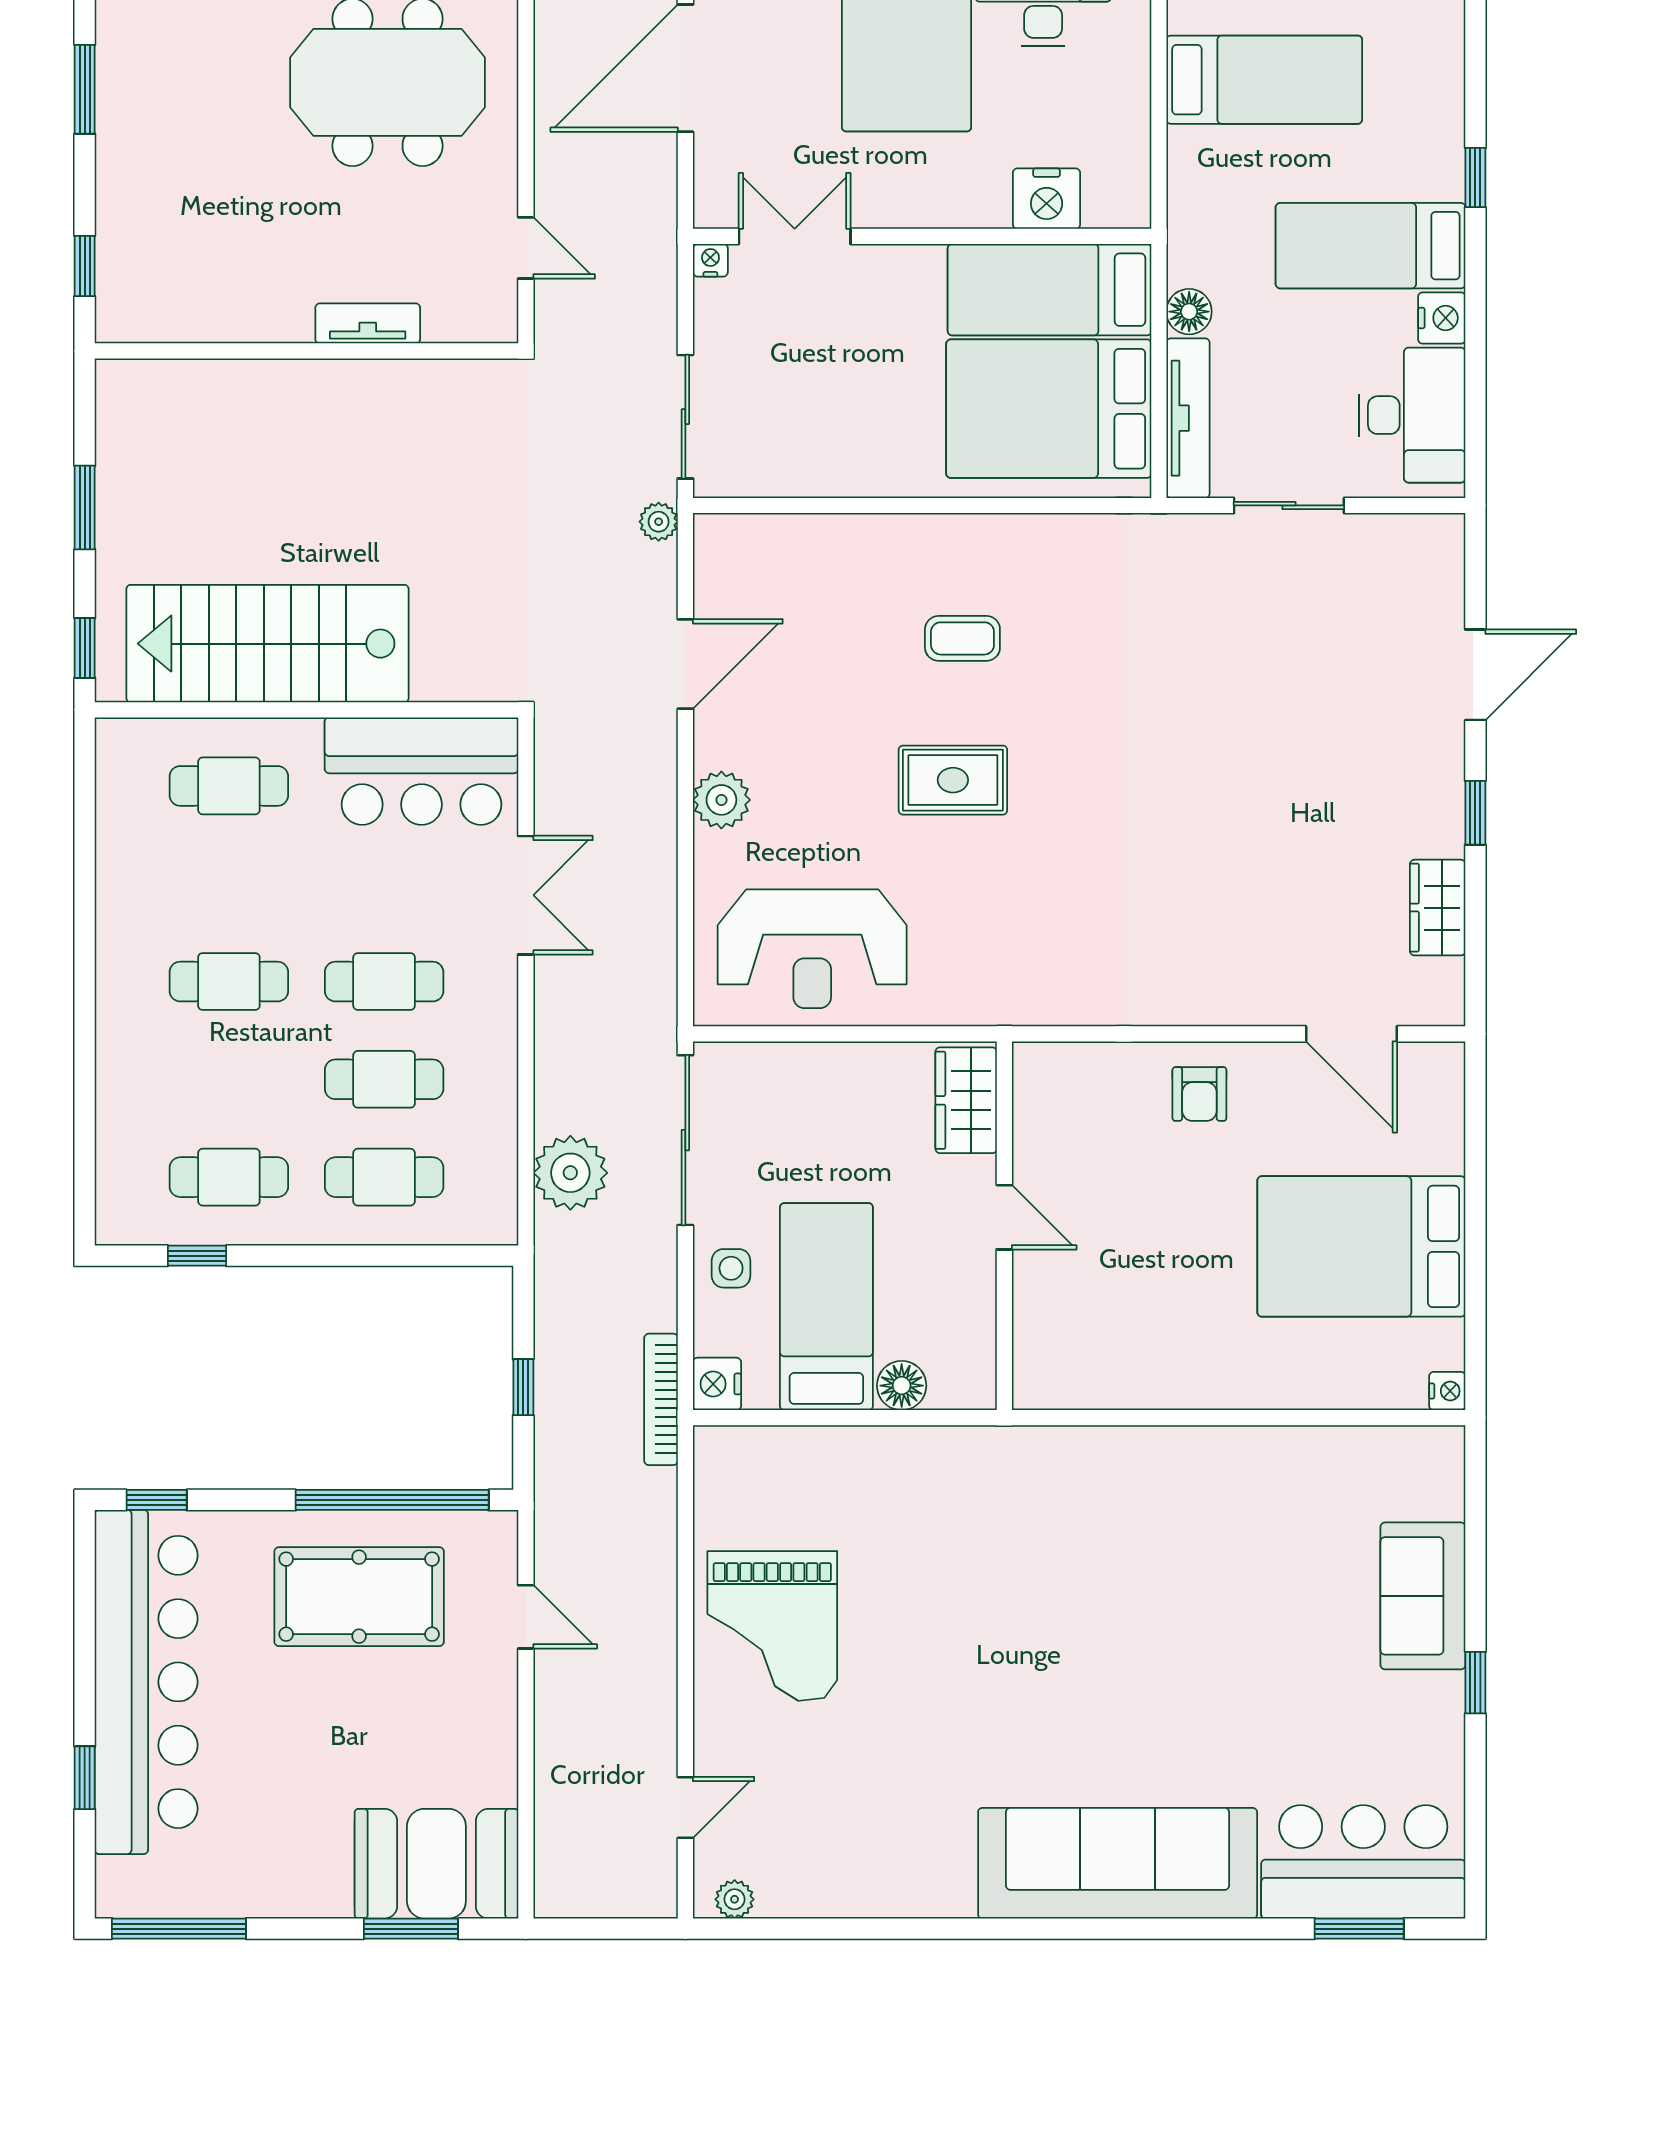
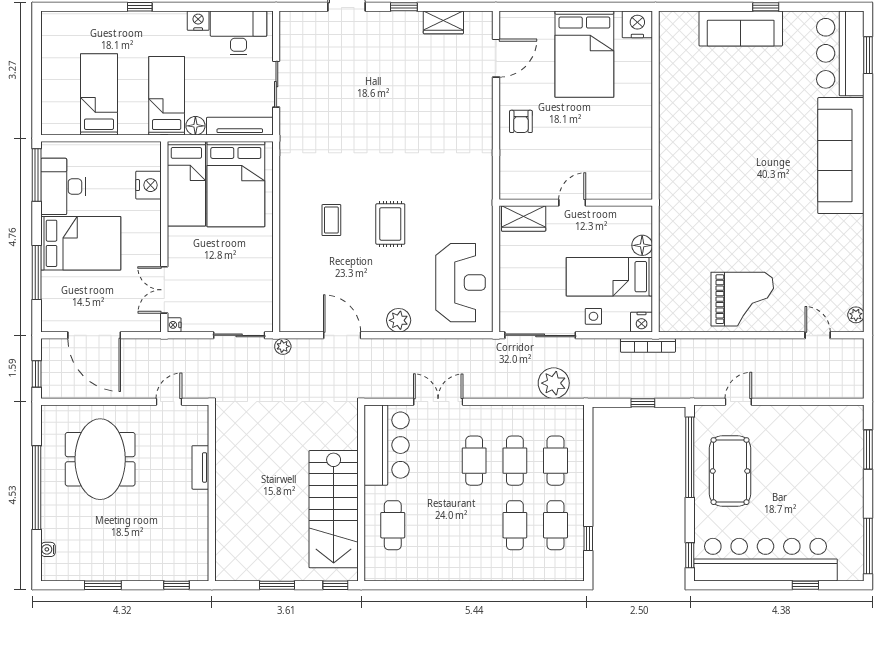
bed: (1371, 246) -> (167, 96), moved, turned 180
cafe table: (229, 982) -> (515, 525), moved
armchair: (1199, 1094) -> (521, 121), turned 90
nightstand: (1447, 1391) -> (637, 24), width x1.89, depth x1.79
sofa: (1423, 1596) -> (741, 28), width x1.36
booth: (436, 1864) -> (841, 439), removed

